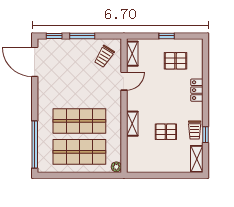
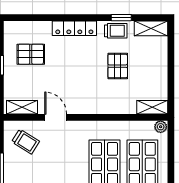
pallet: (176, 61) -> (31, 54), turned 90
locker: (197, 90) -> (74, 28), width x1.53
shelving: (132, 124) -> (152, 107), moved

